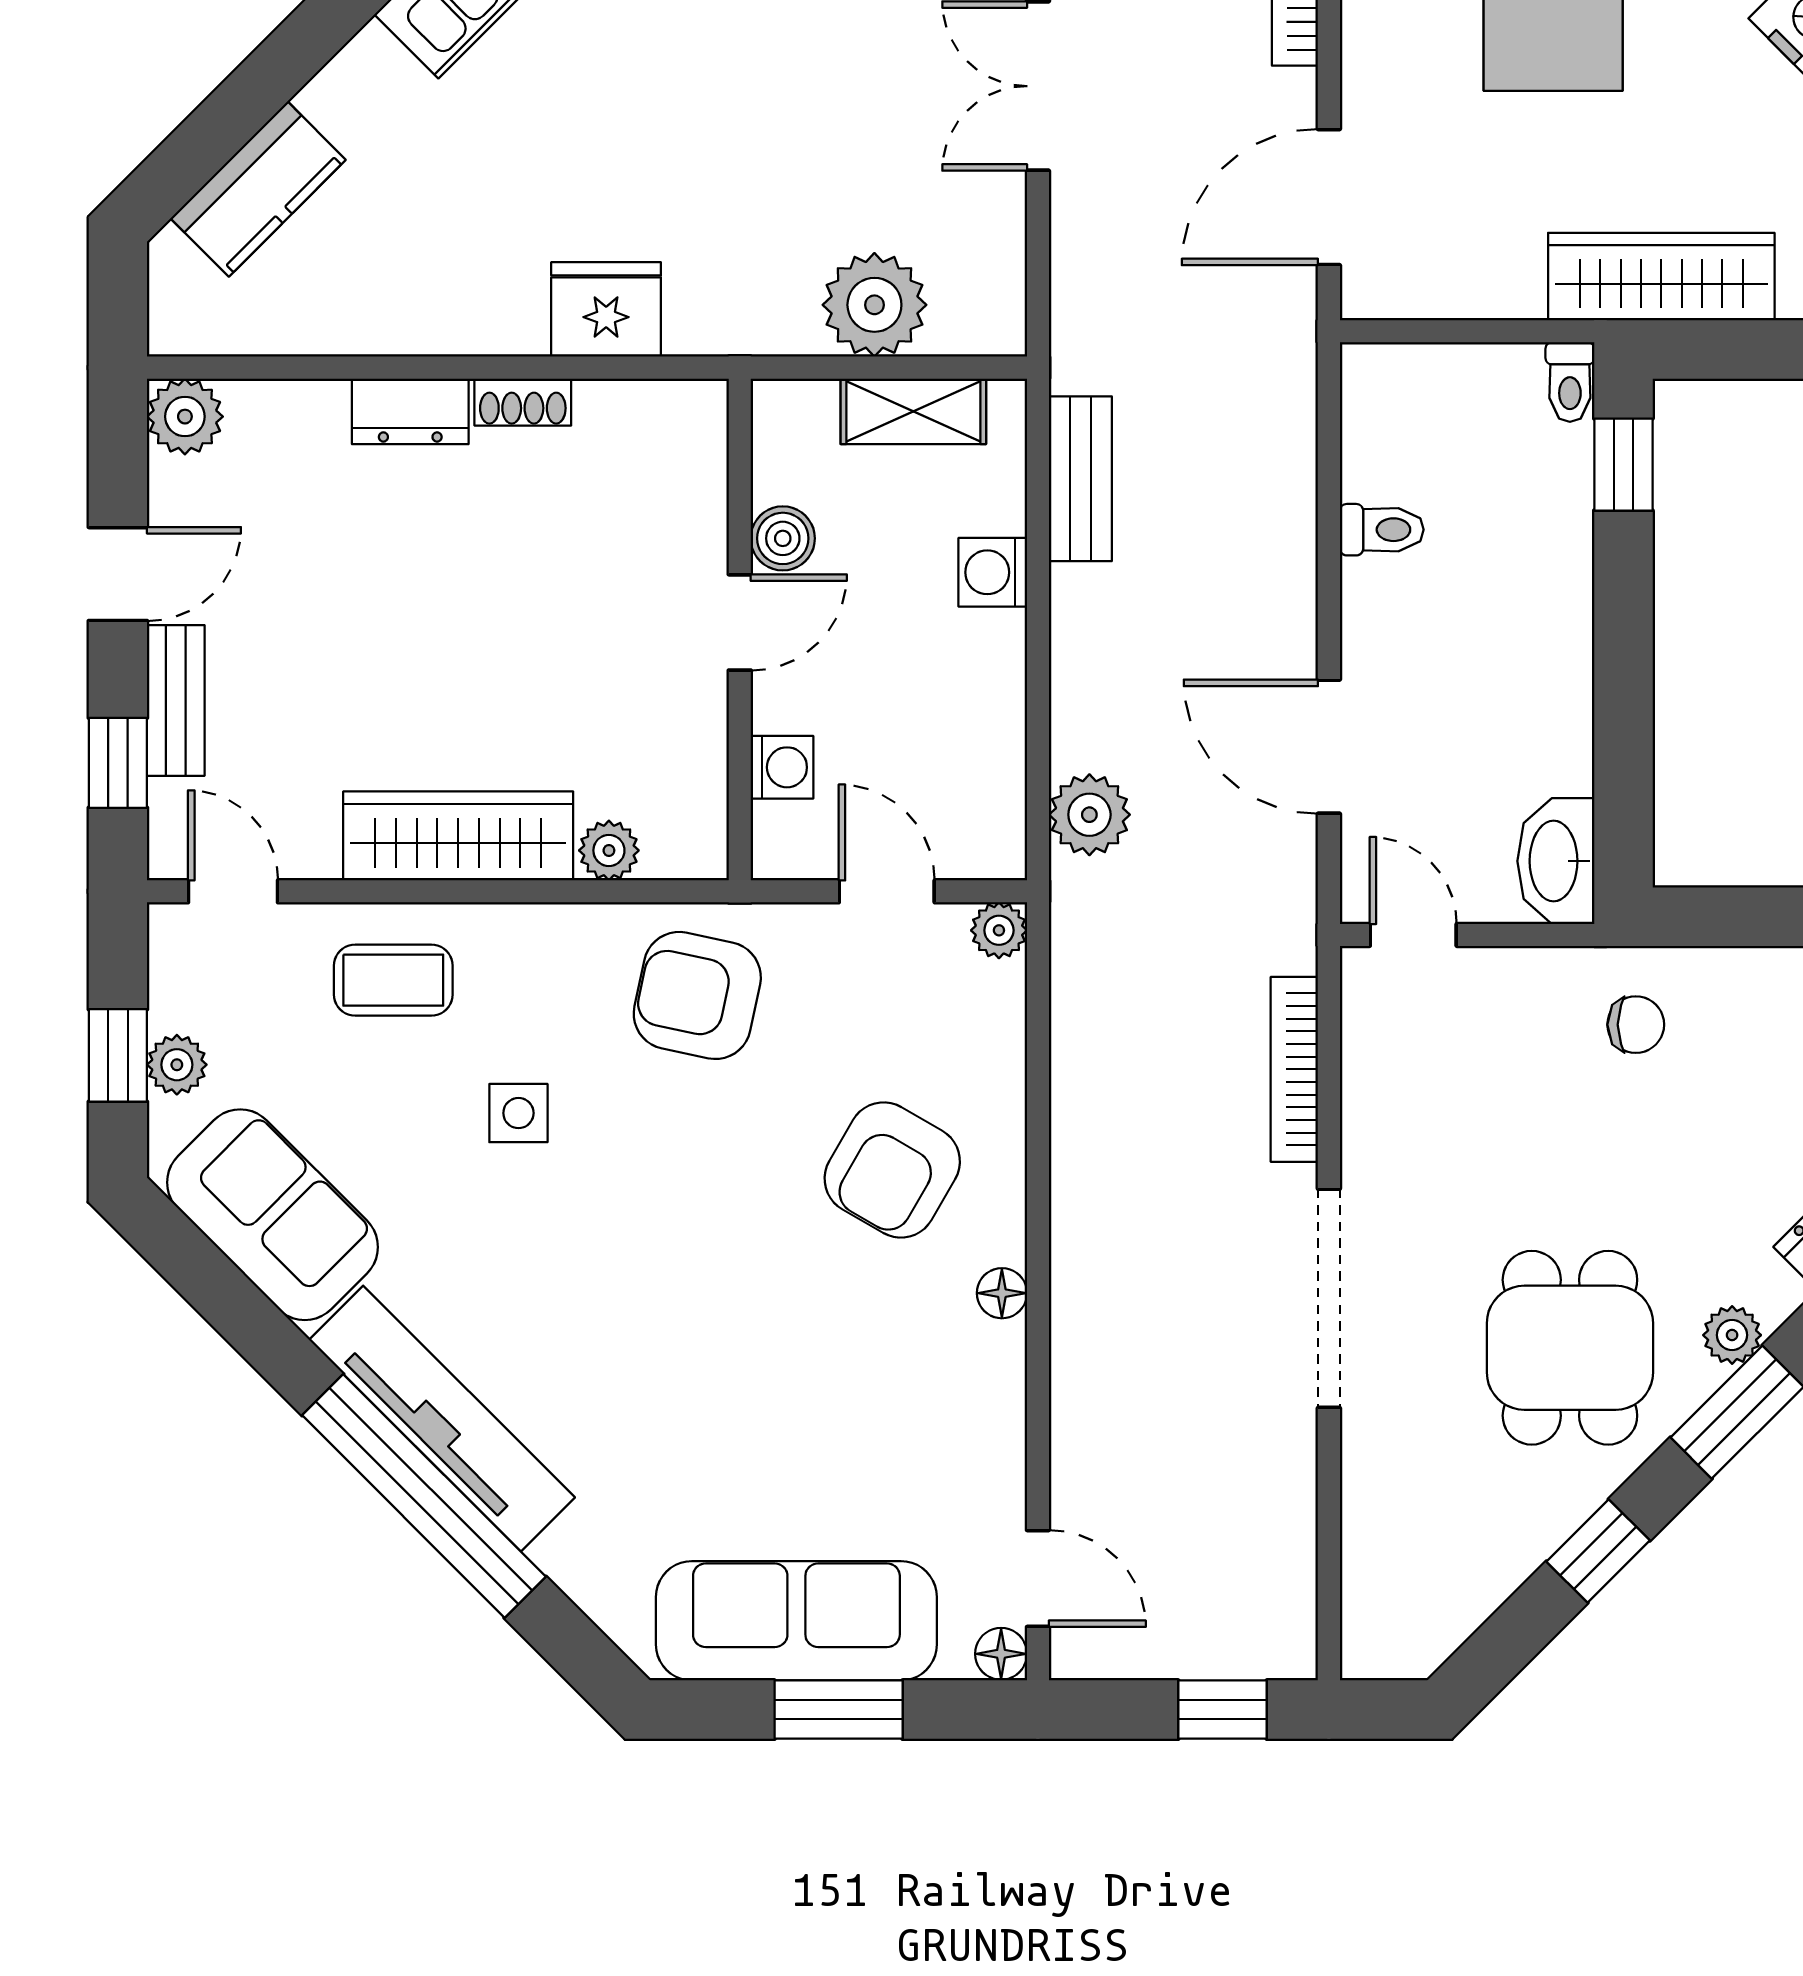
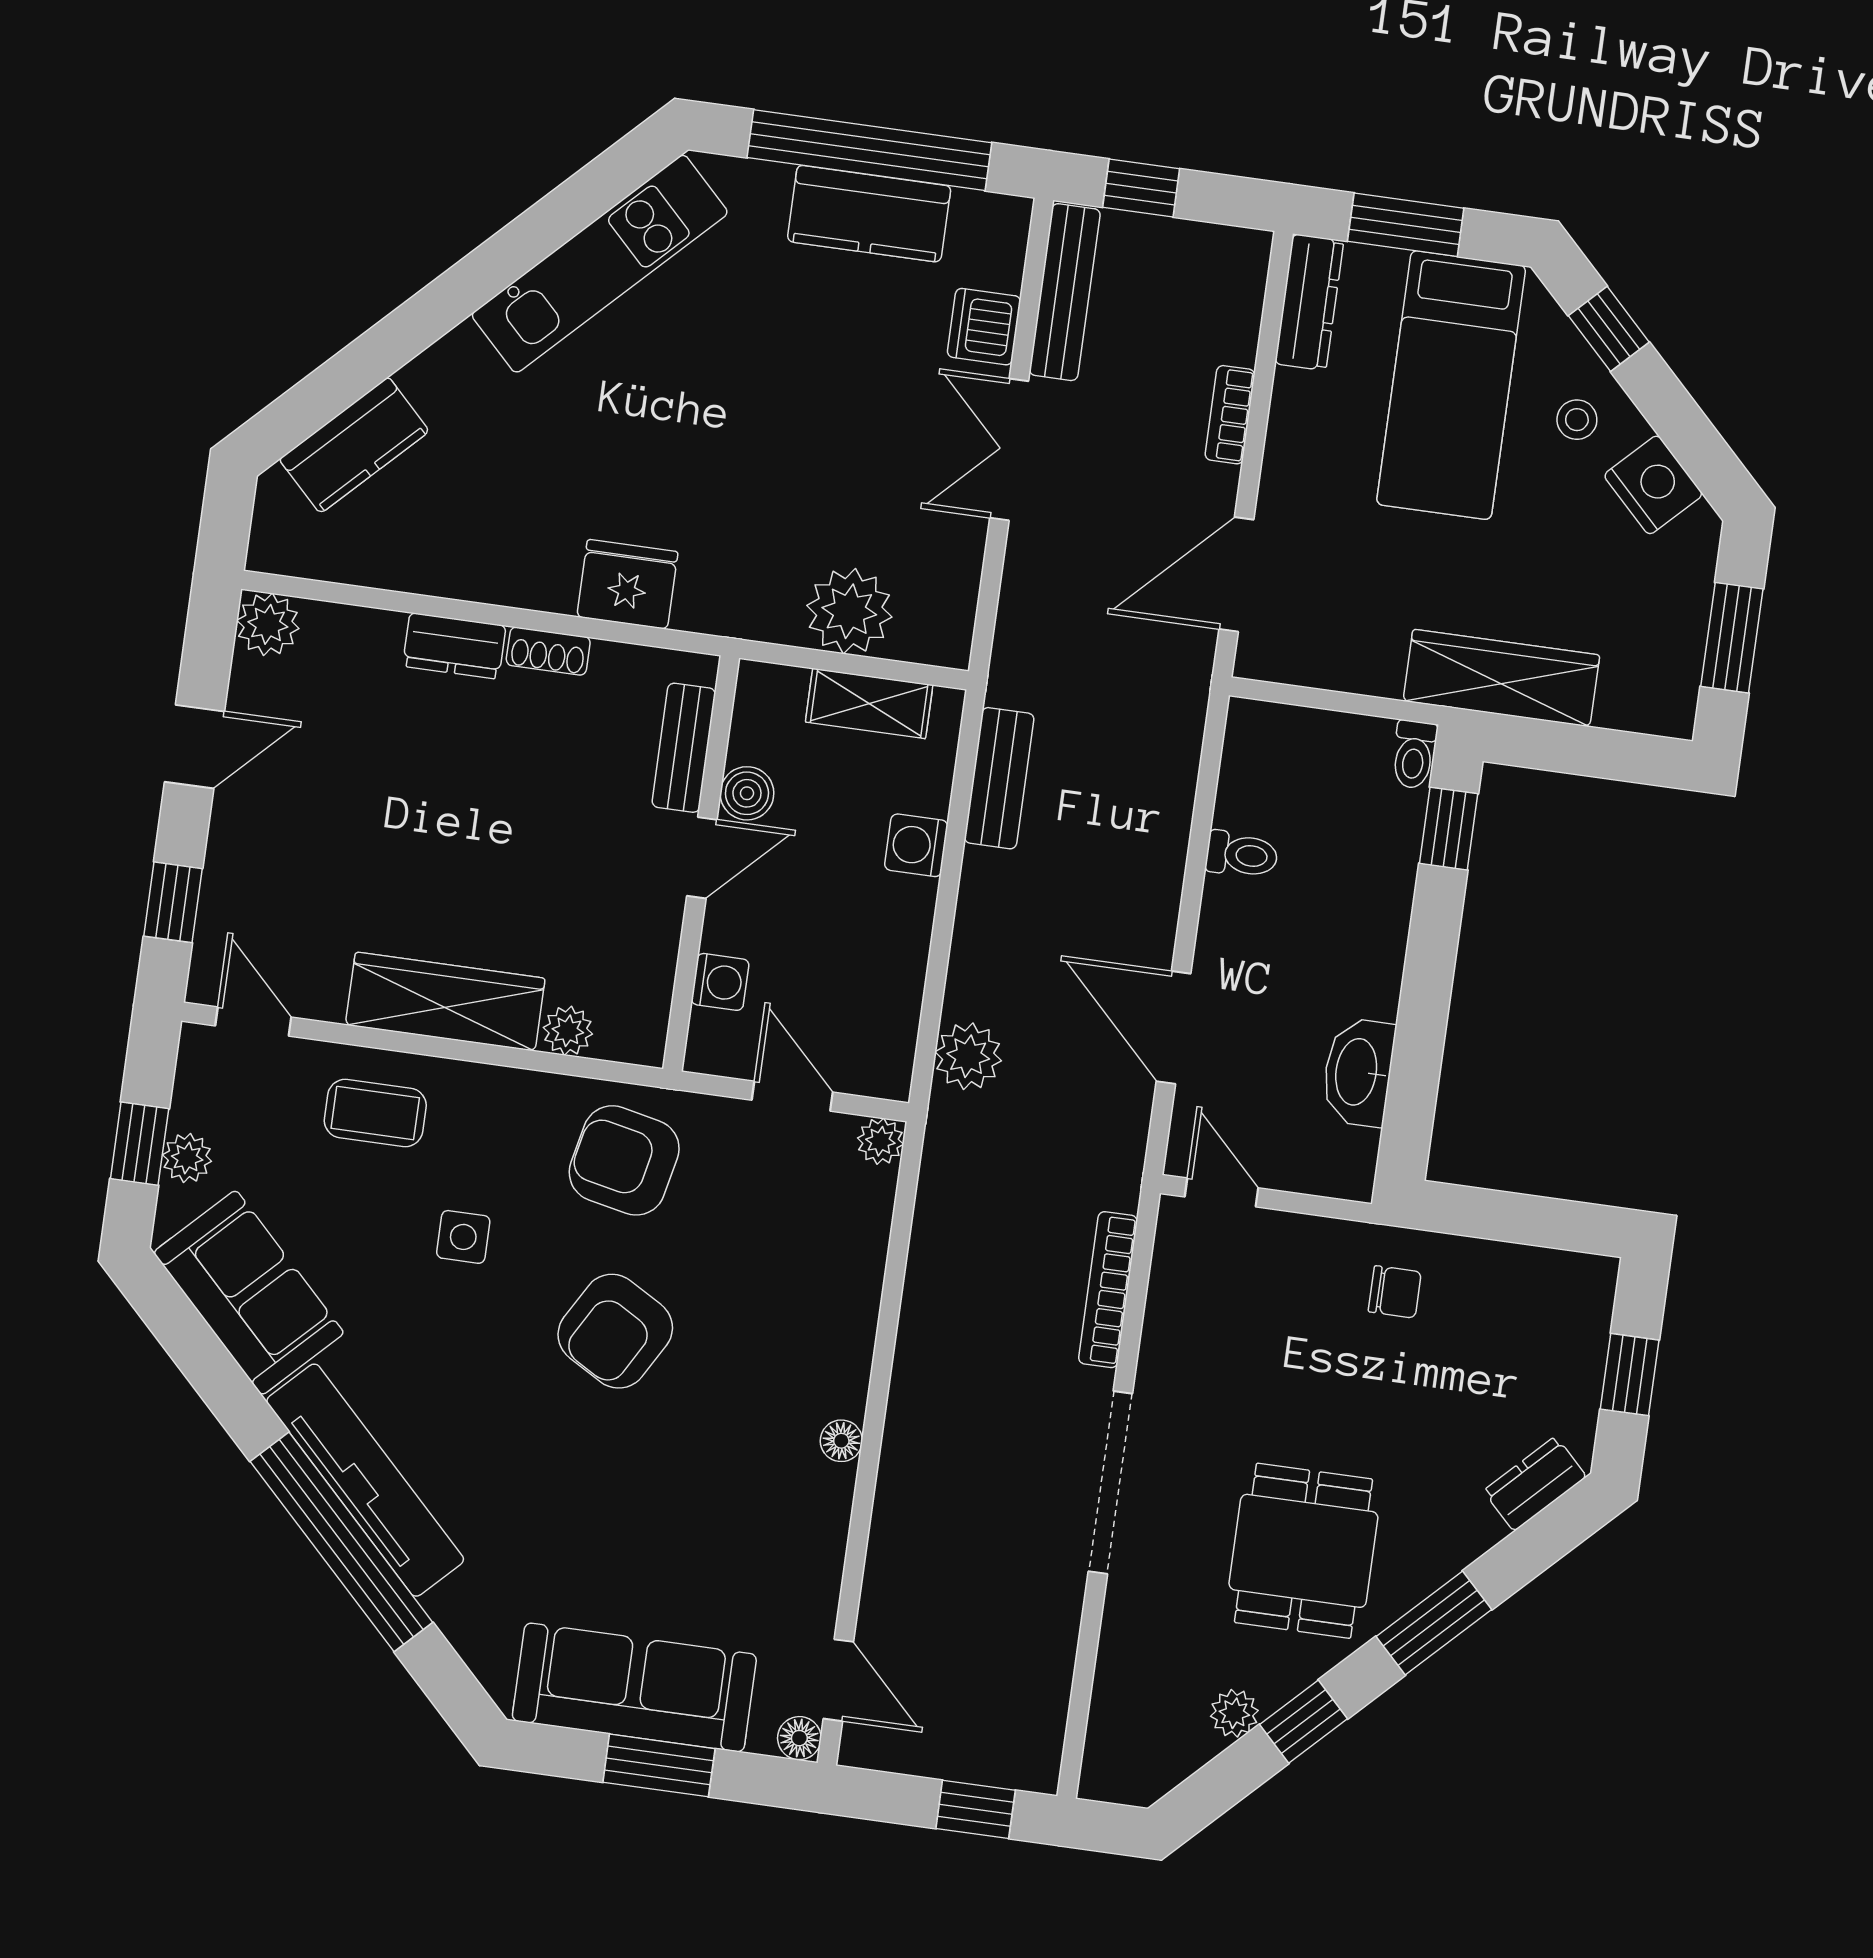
bench: (176, 700) -> (684, 748), moved
washbasin: (1556, 861) -> (1358, 1072), moved
armchair: (892, 1170) -> (615, 1331), moved
plant: (1732, 1335) -> (1234, 1713), moved

